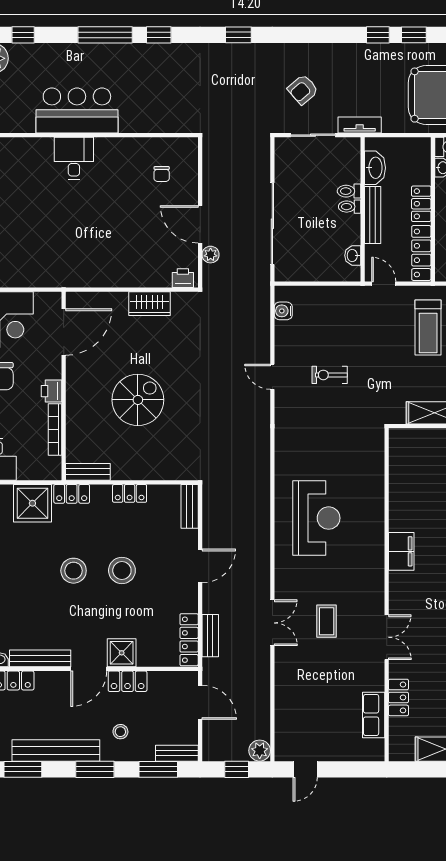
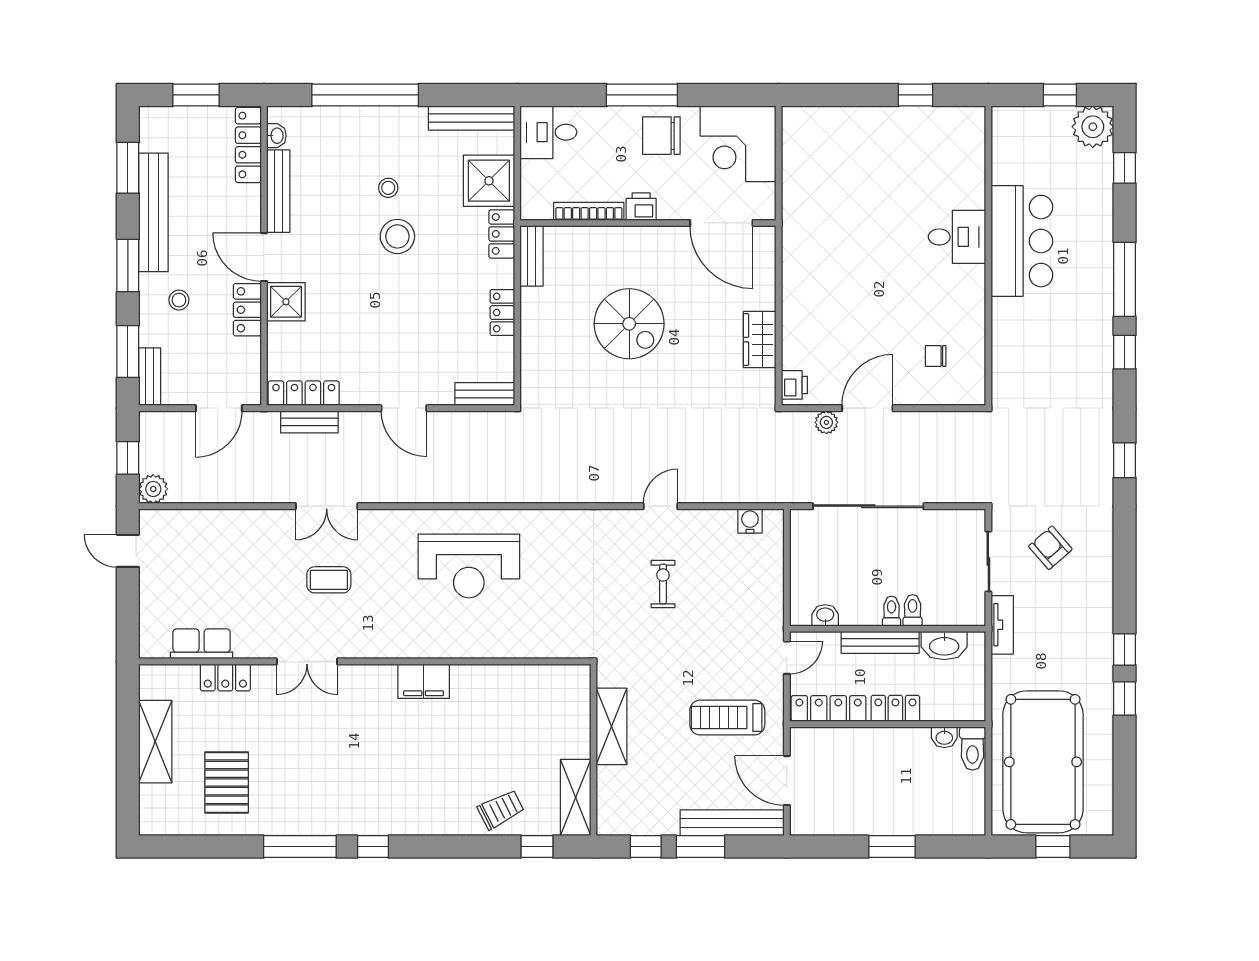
stool: (122, 570) -> (388, 188), moved, width x0.53, depth x0.53

